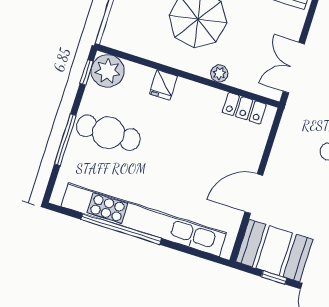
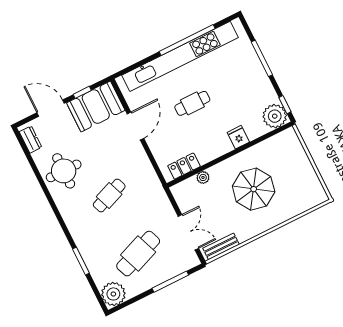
double door: (294, 68) -> (188, 232), moved
plant: (219, 73) -> (203, 177), moved
cafe table: (108, 133) -> (192, 103), moved, width x0.73, depth x0.74

